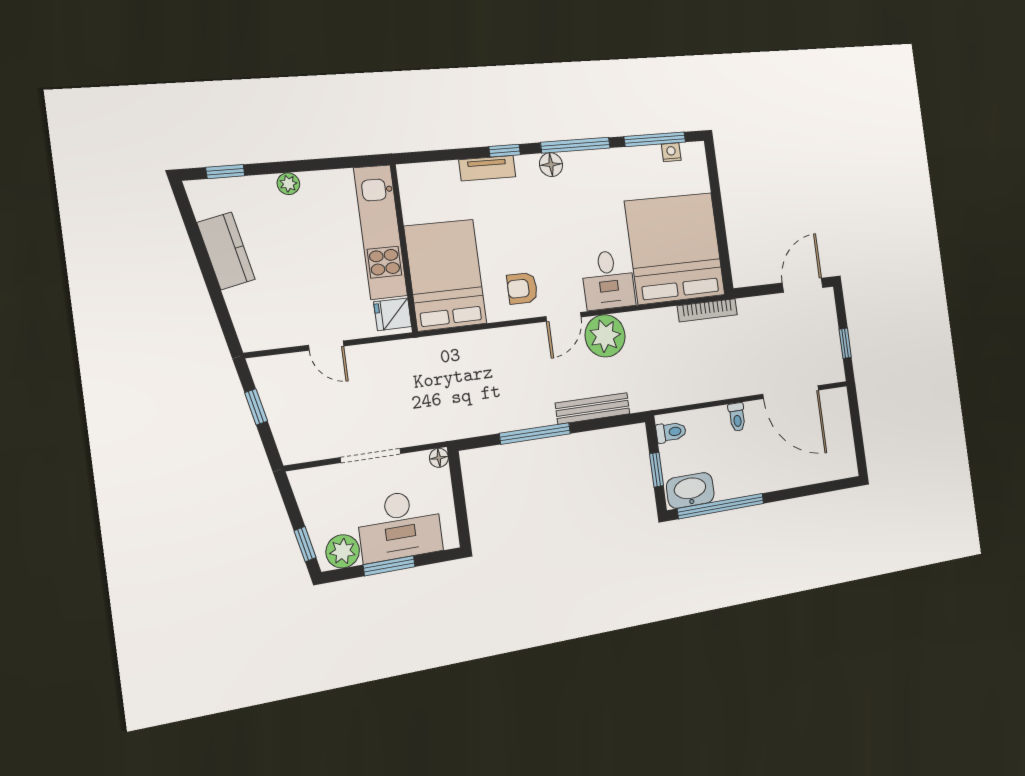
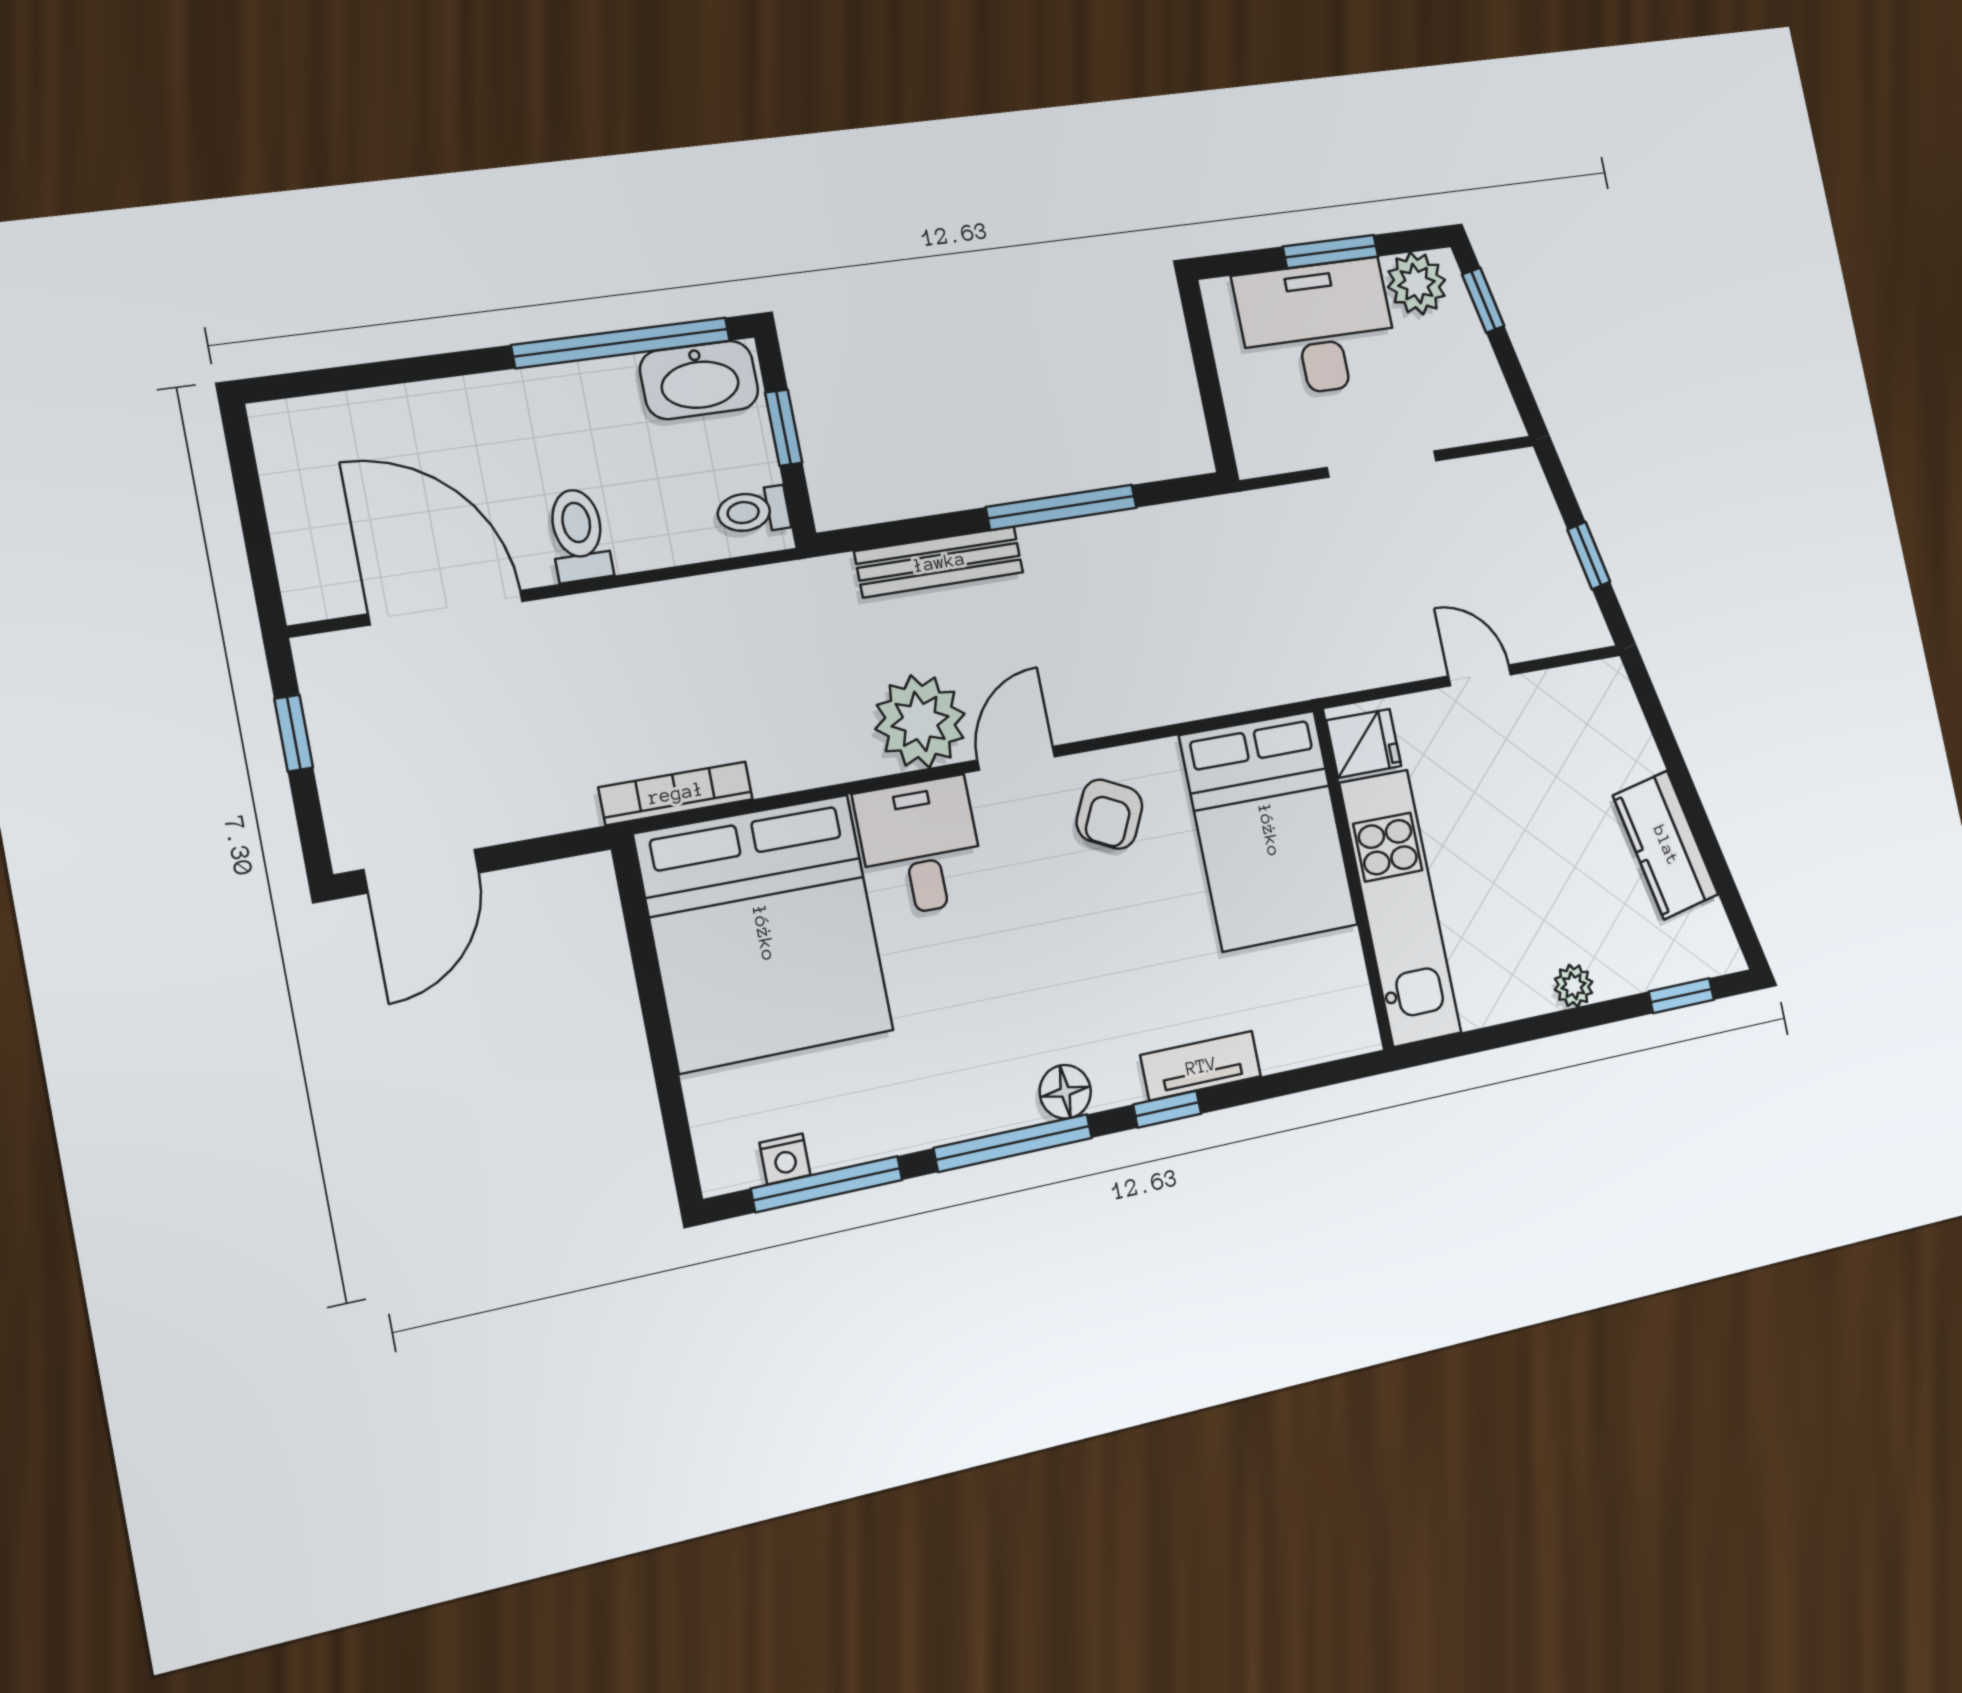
armchair: (522, 288) -> (1109, 814), turned 116
toilet: (737, 417) -> (579, 535), width x1.37, depth x1.39
floor lamp: (439, 458) -> (1253, 459), removed

